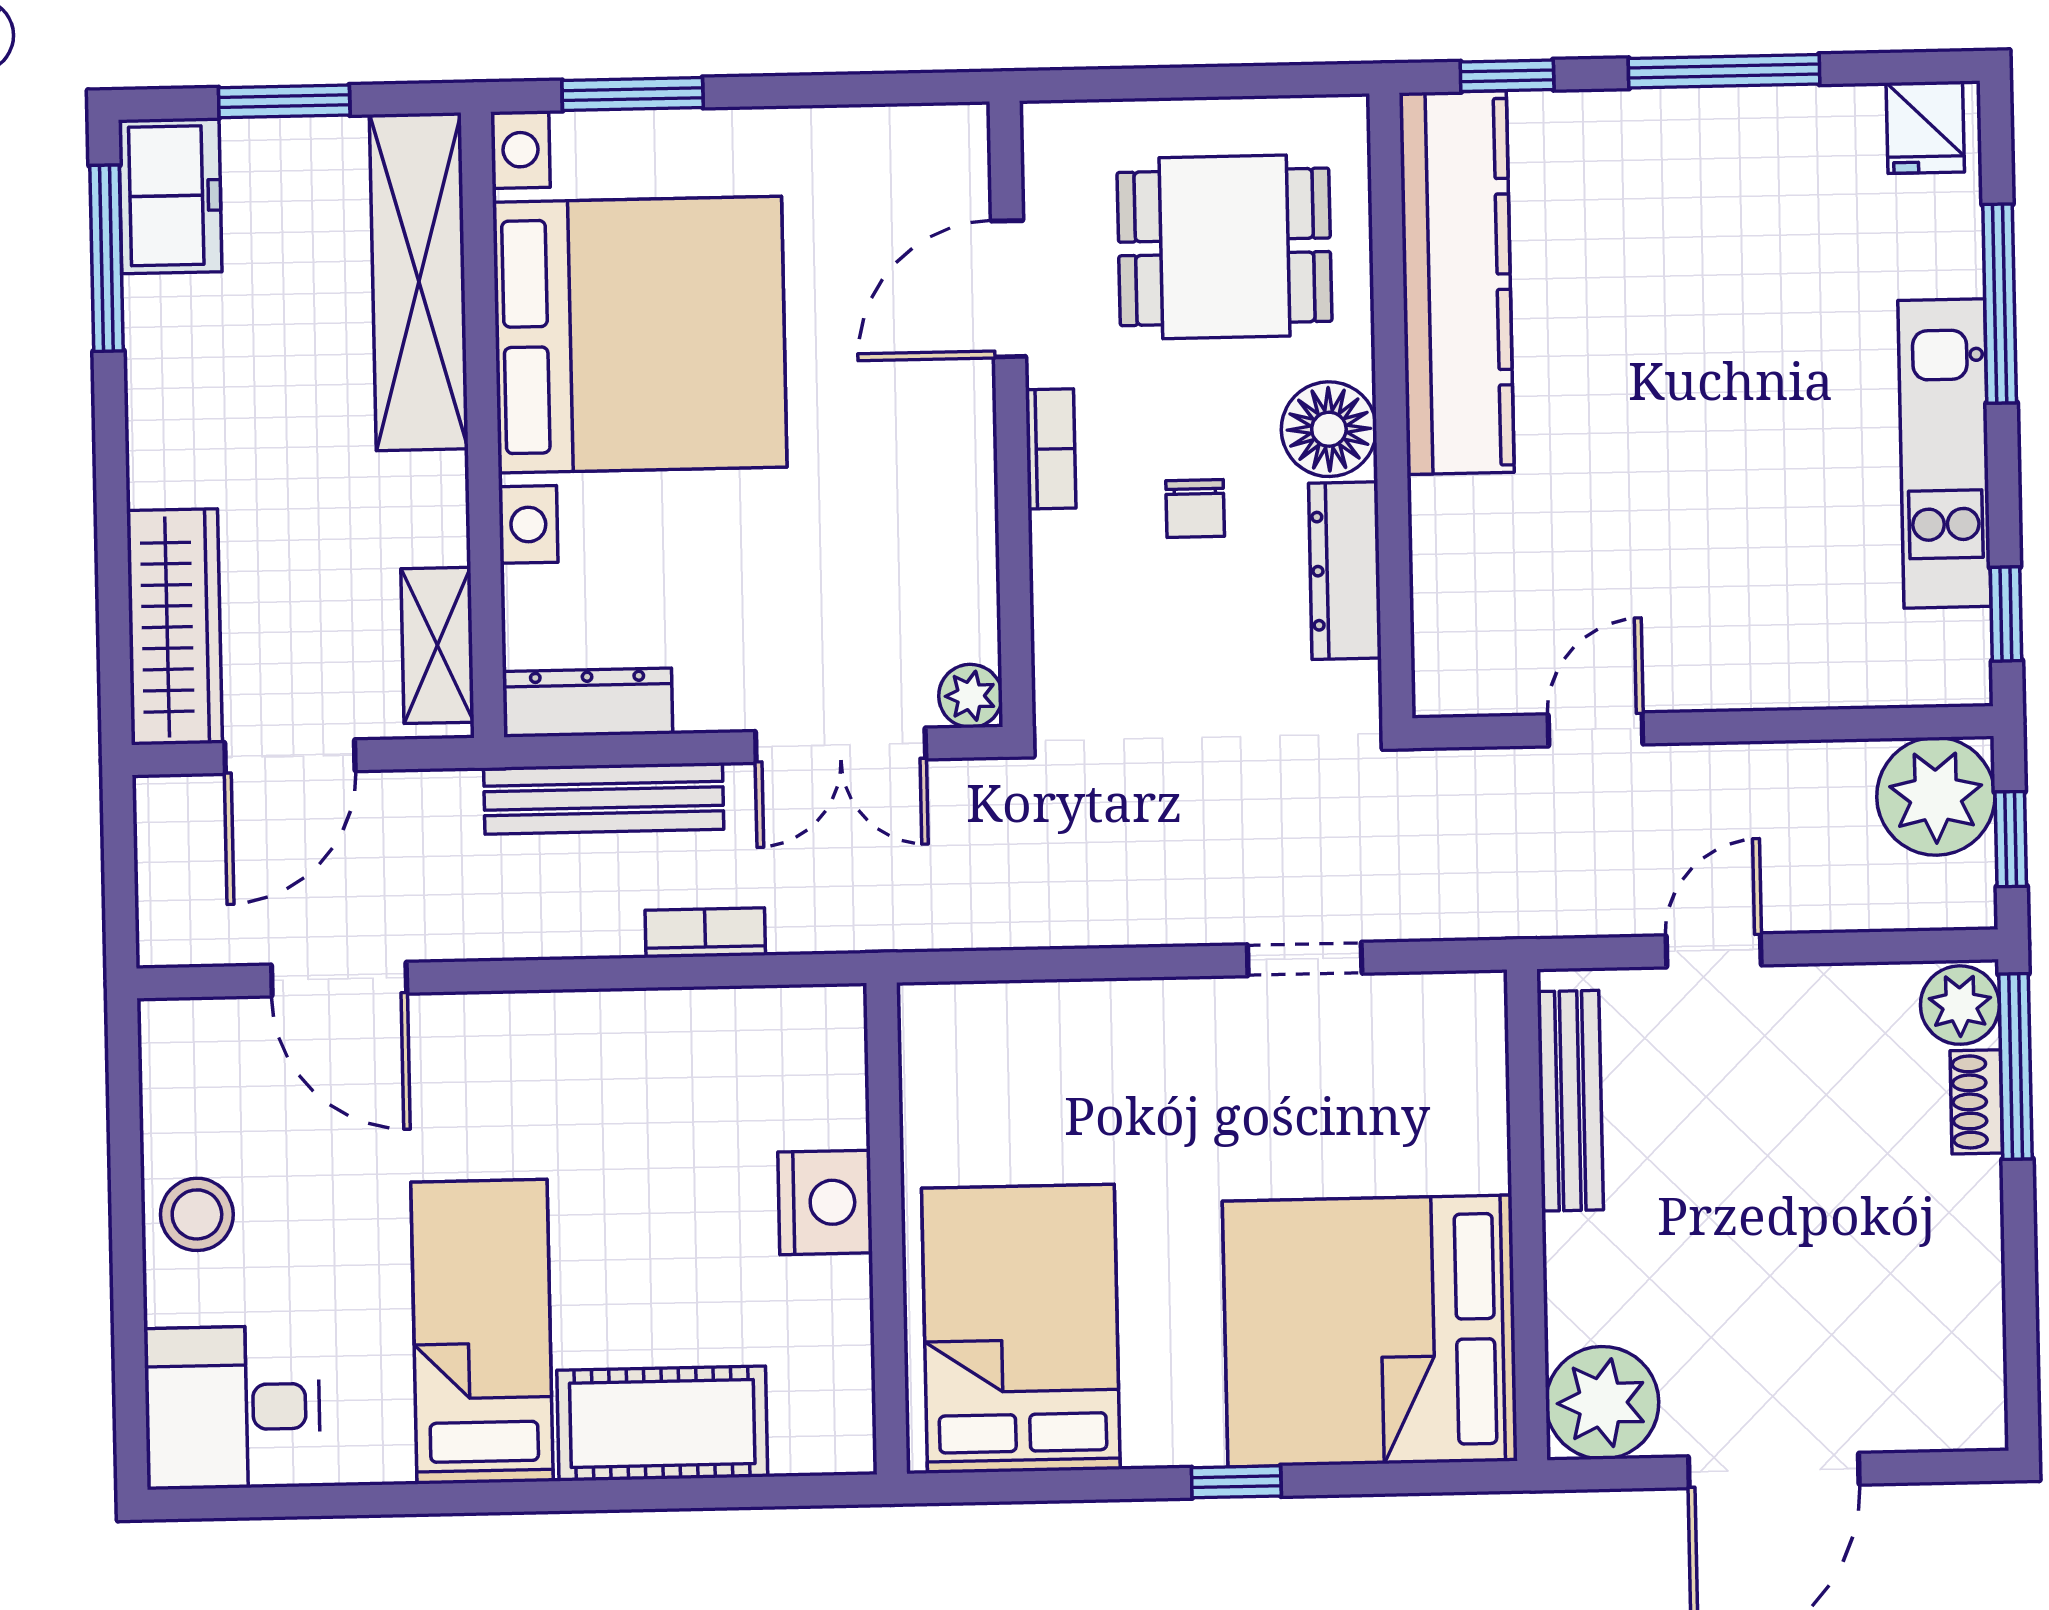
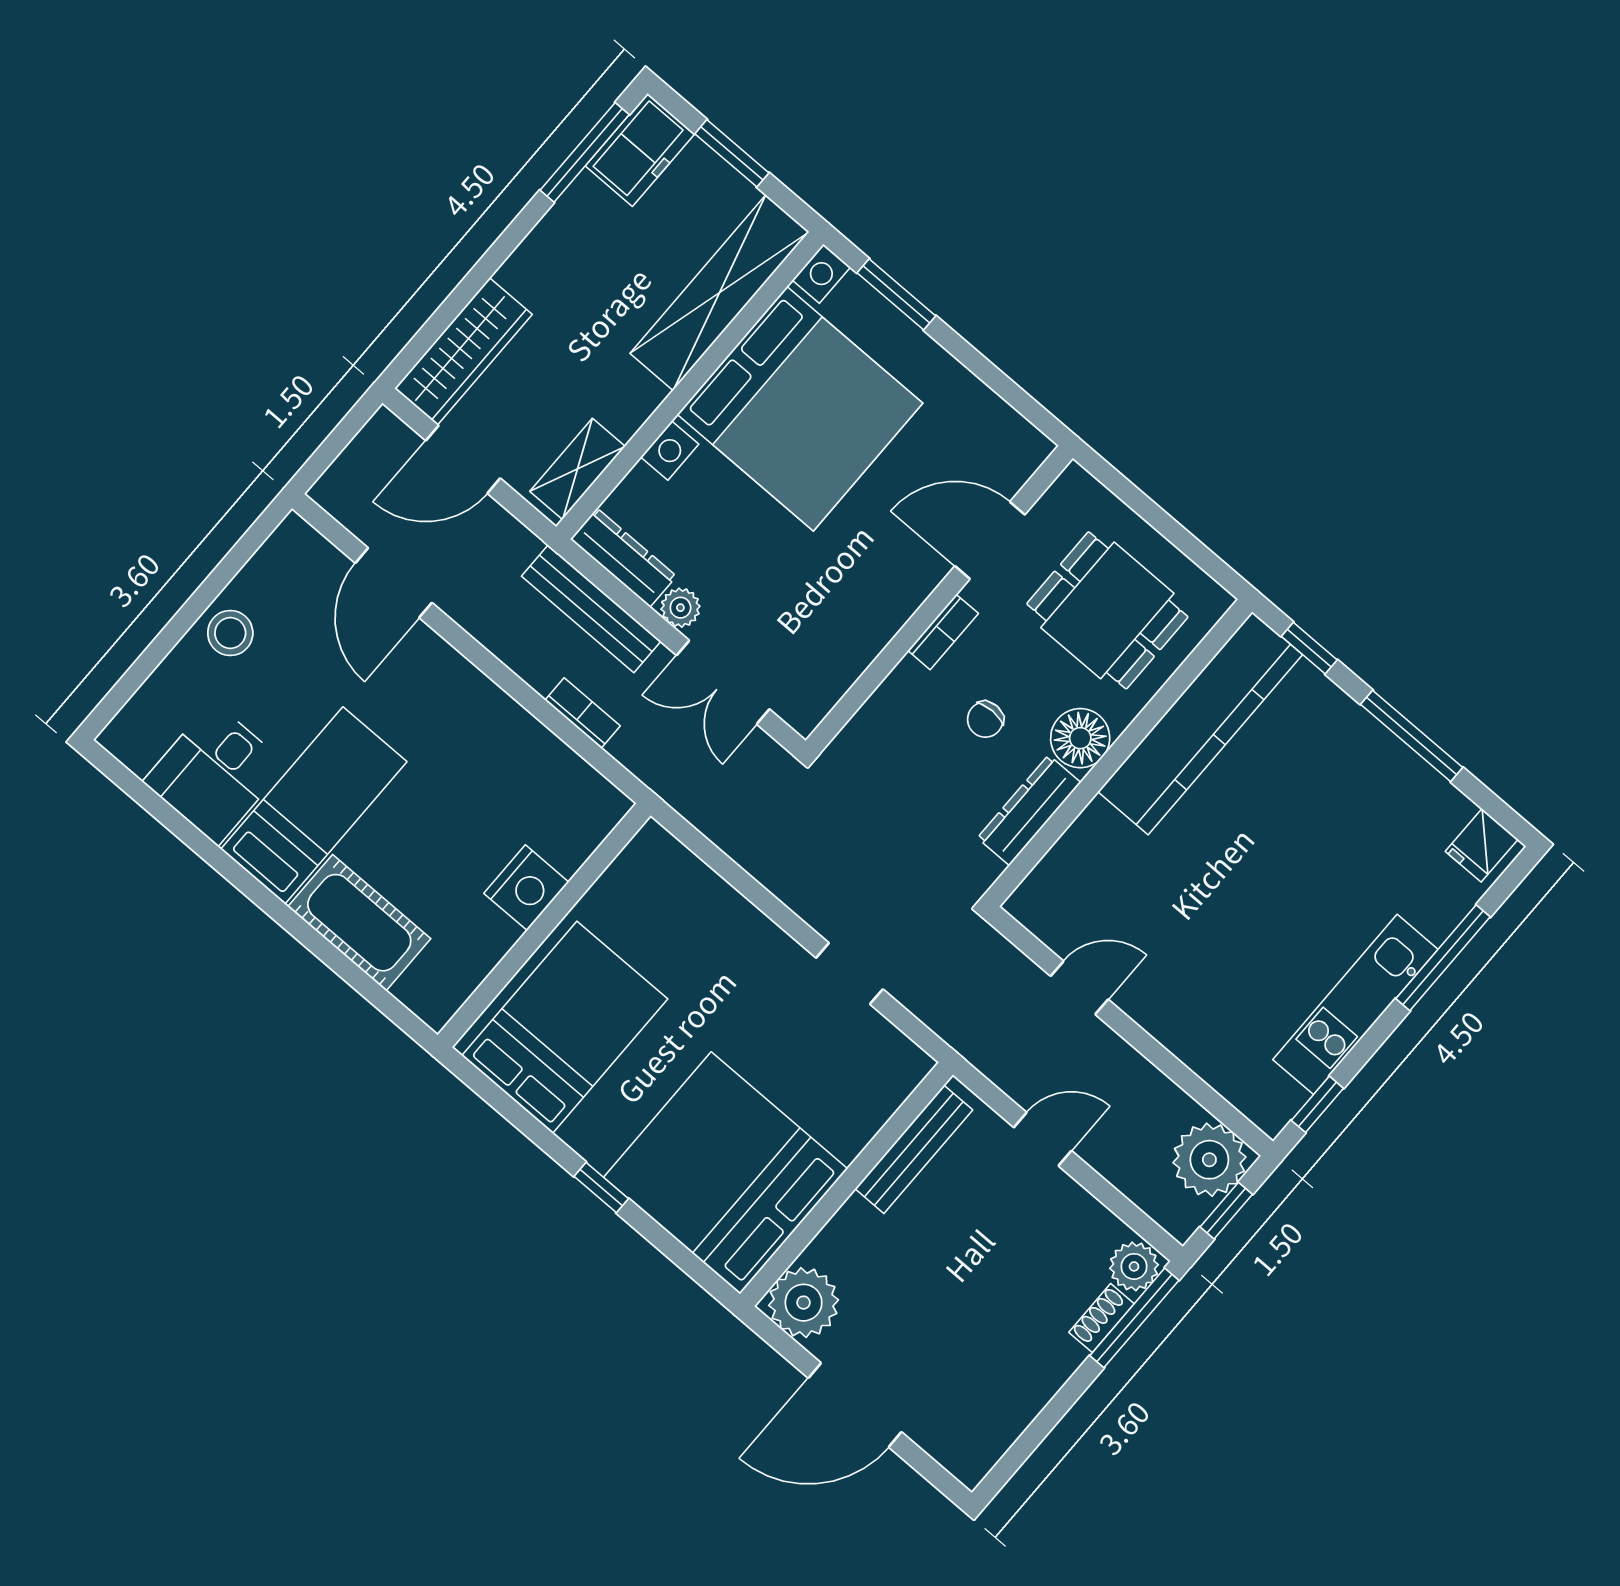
plant: (970, 696) -> (680, 608), moved
desk: (232, 1407) -> (215, 773), moved, turned -90

